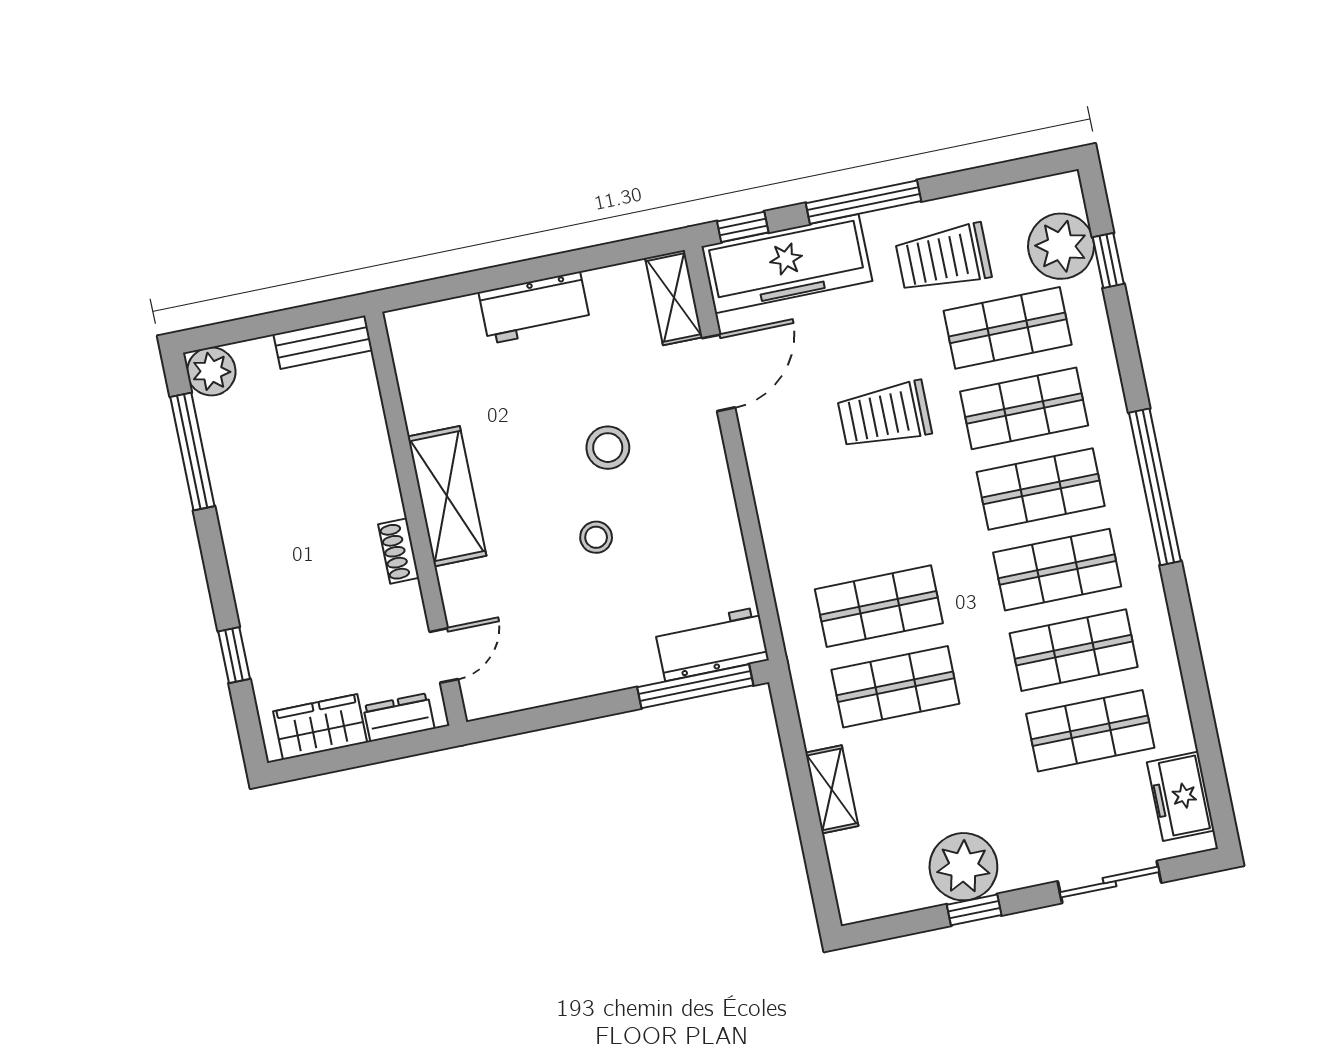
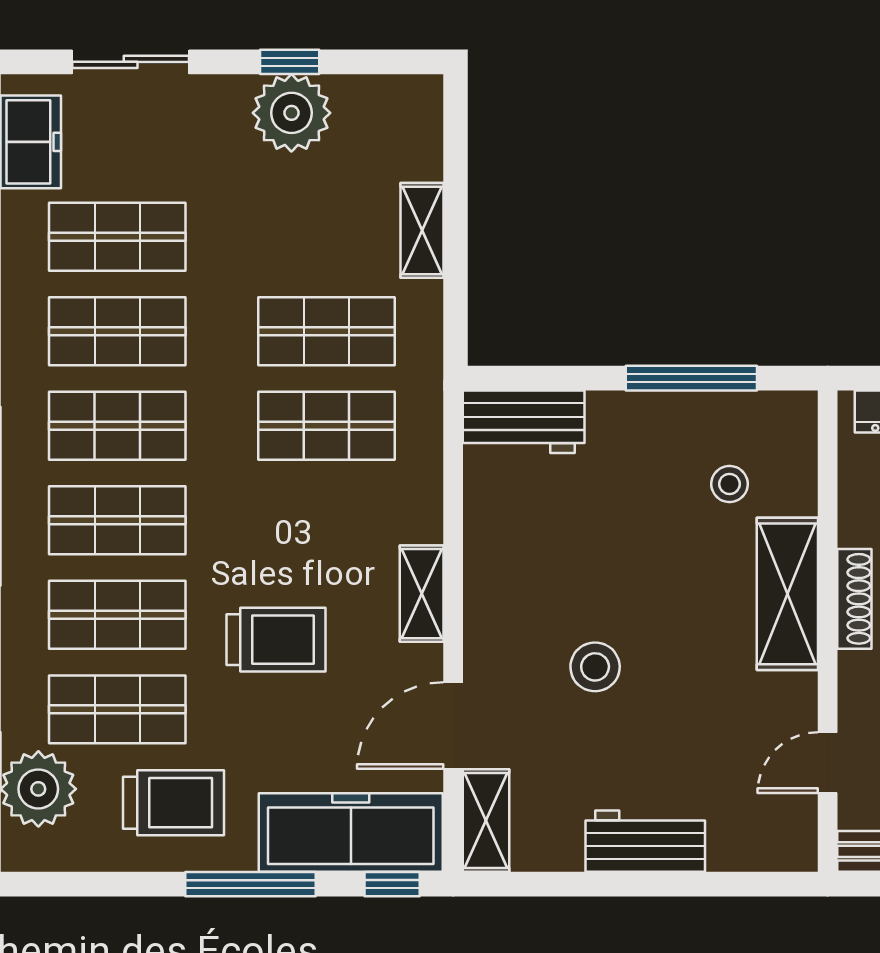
shelving: (768, 480) -> (422, 594), added
shelving: (447, 496) -> (787, 594), moved
stool: (596, 537) -> (730, 484), moved
shoe rack: (399, 551) -> (854, 599), width x1.43
door: (444, 655) -> (828, 763), moved
window: (695, 686) -> (691, 378), moved

